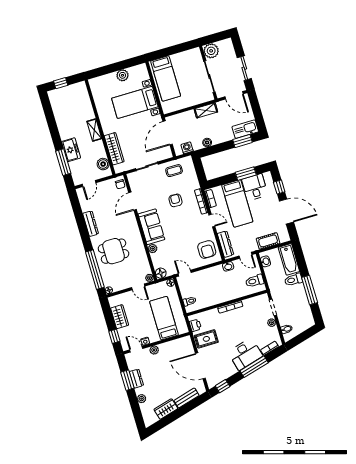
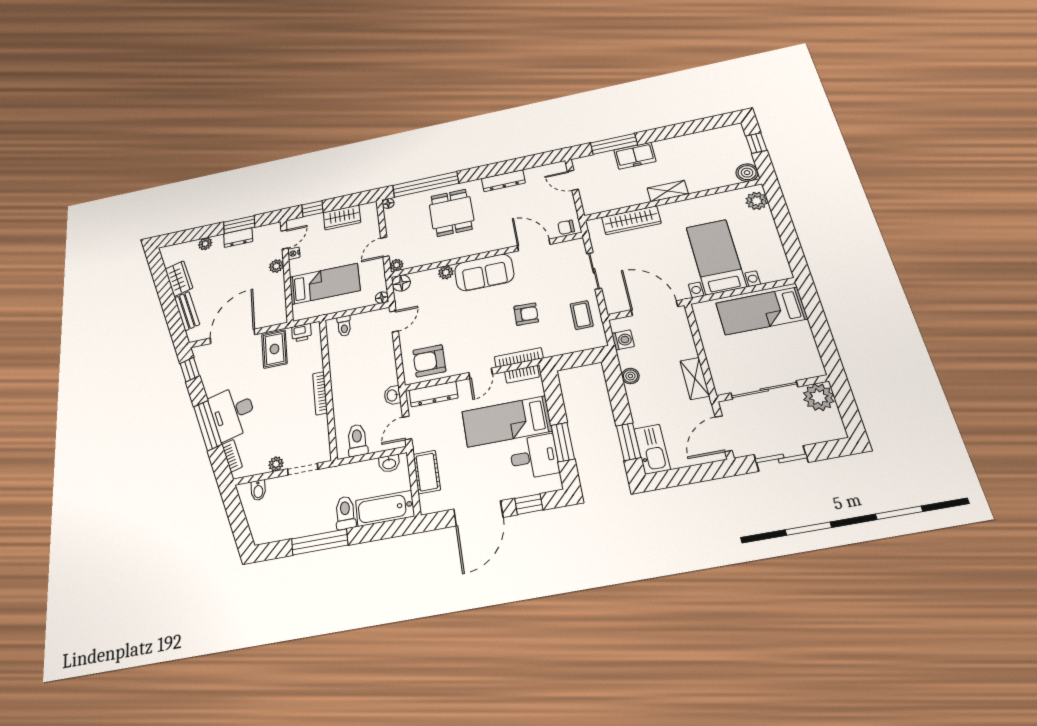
plant: (122, 75) -> (757, 201), moved
boiler: (103, 164) -> (747, 173), moved

